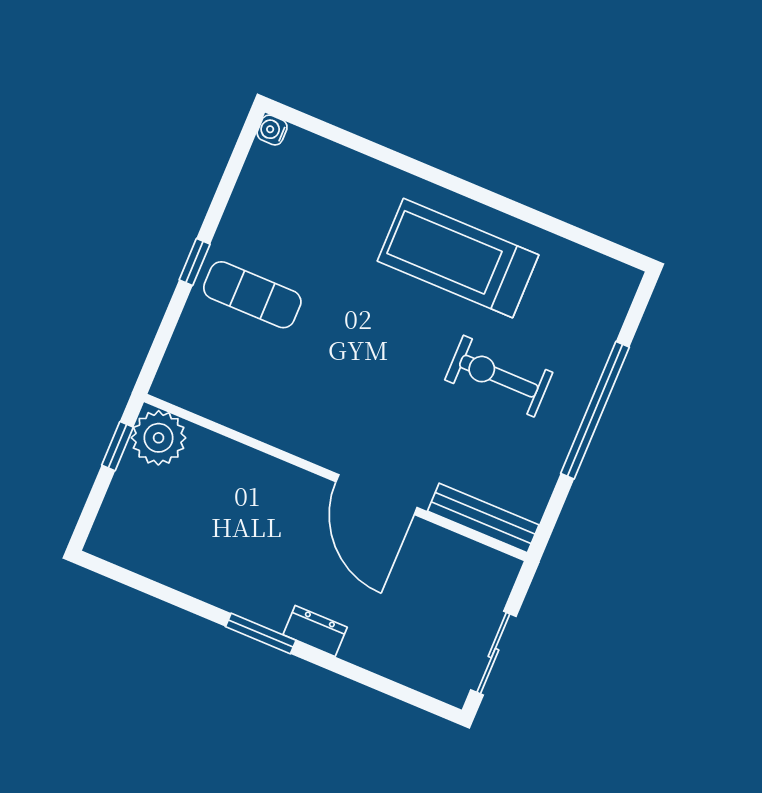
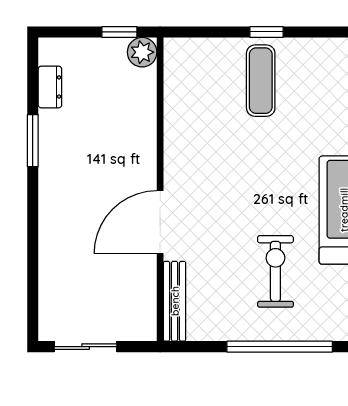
plant: (159, 438) -> (142, 52), width x0.73, depth x0.73
dresser: (315, 631) -> (50, 87), moved
window: (261, 633) -> (33, 141), moved

